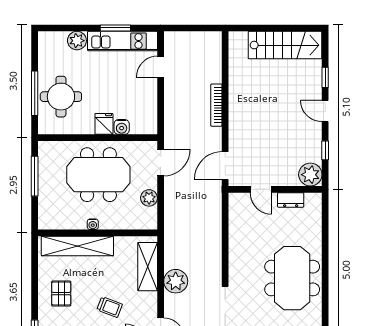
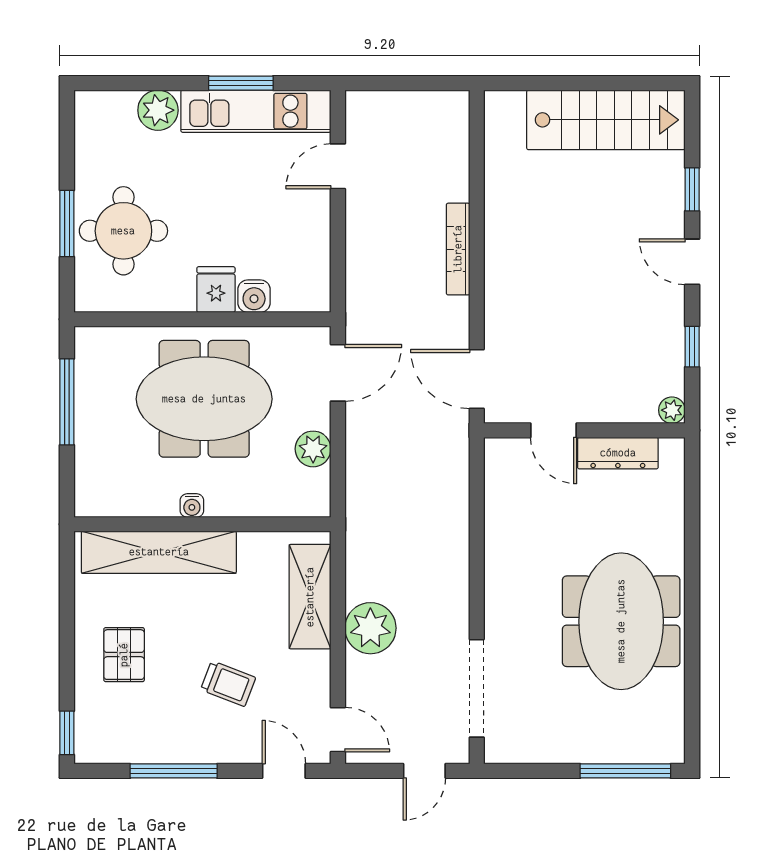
window: (35, 93) -> (67, 223), width x0.69
door: (225, 165) -> (477, 379), hinge flipped
plant: (310, 175) -> (672, 410), width x0.53, depth x0.53
dresser: (291, 200) -> (618, 453), width x1.44

